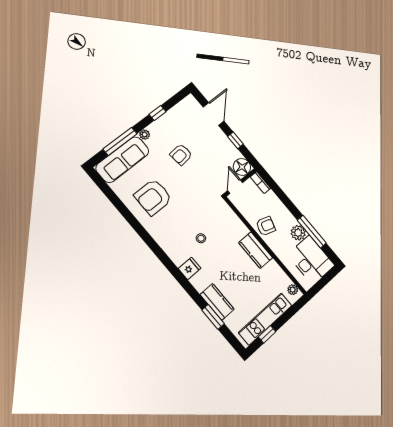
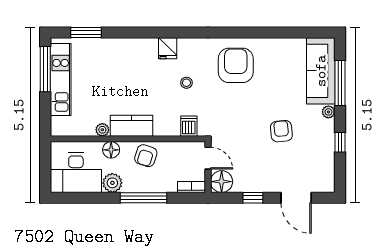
armchair: (153, 197) -> (236, 65), moved
dishwasher: (226, 214) -> (189, 126), added
window: (312, 232) -> (143, 198), moved
floor lamp: (280, 250) -> (111, 150), added
plant: (293, 290) -> (102, 130), moved
kitchen counter: (217, 302) -> (115, 48), removed
window: (213, 317) -> (86, 32), moved
window: (267, 334) -> (45, 69), width x2.17

